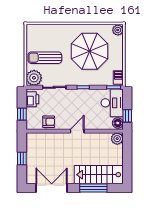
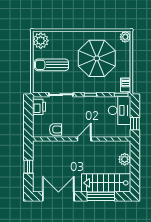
plant: (34, 78) -> (41, 41), moved
window: (22, 114) -> (28, 122), removed
floor lamp: (118, 123) -> (125, 131), removed
plant: (117, 139) -> (125, 159), moved

